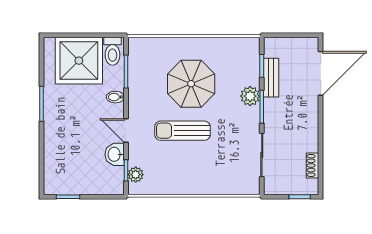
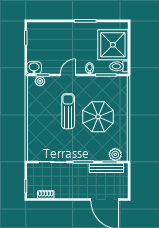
bench: (271, 78) -> (106, 168), width x1.36
plant: (250, 96) -> (115, 154), moved
washbasin: (115, 154) -> (34, 68), moved

